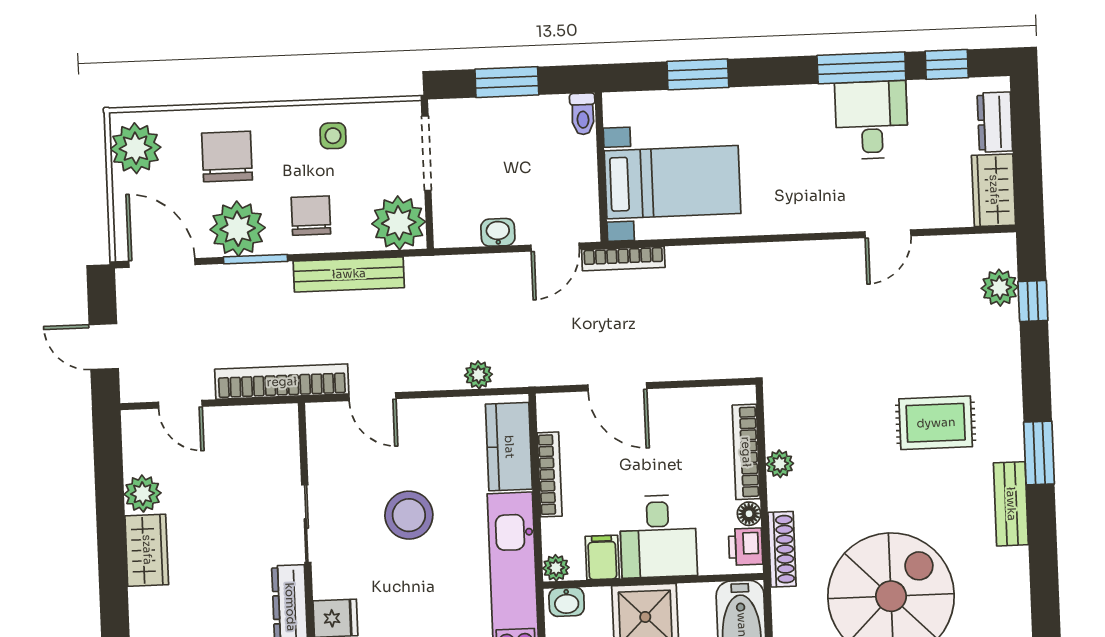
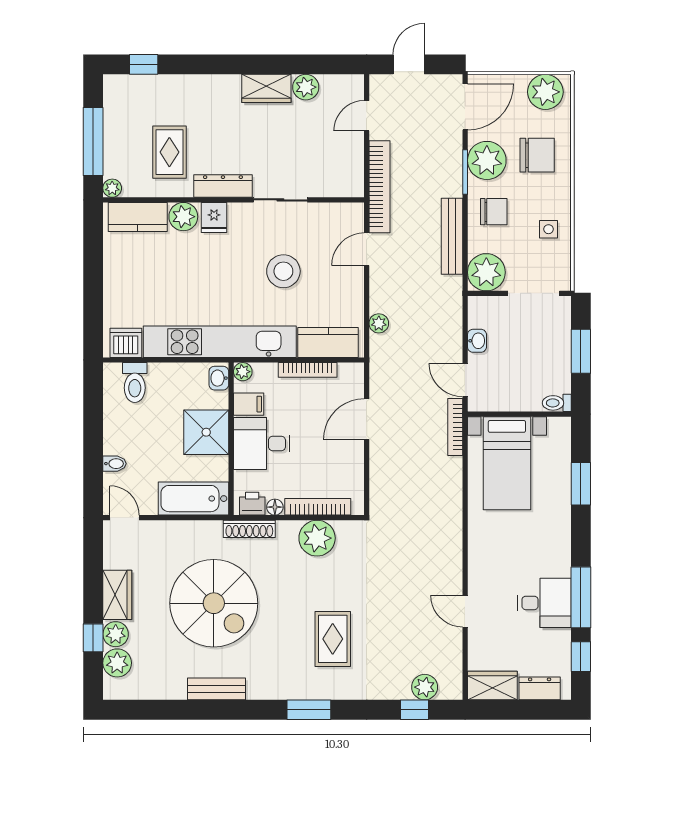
plant: (780, 464) -> (317, 538), width x1.88, depth x1.88
bench: (1011, 504) -> (217, 689), moved

